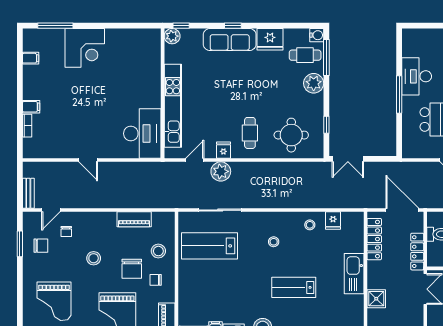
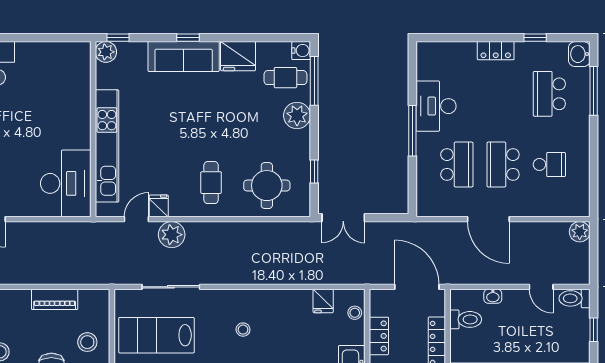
fridge: (223, 150) -> (159, 206), moved
stool: (310, 225) -> (355, 313), moved
locker: (374, 239) -> (379, 336), width x0.66

